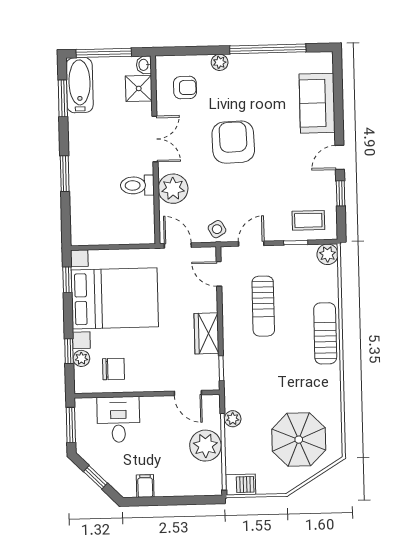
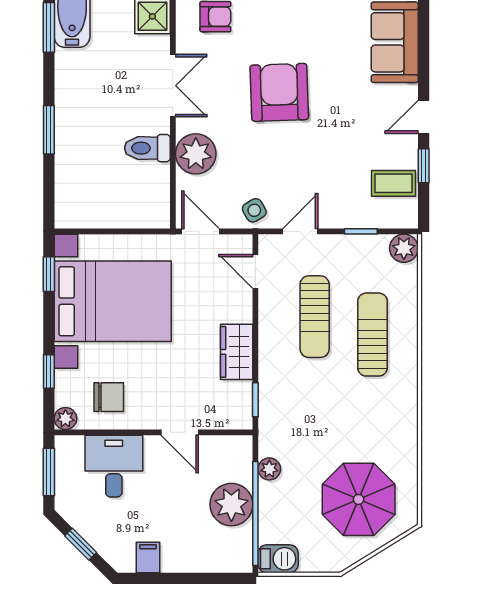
coffee table: (308, 220) -> (394, 183), moved
sun lounger: (325, 333) -> (372, 335), moved
plant: (81, 358) -> (65, 419), moved
door: (188, 393) -> (180, 432), moved

